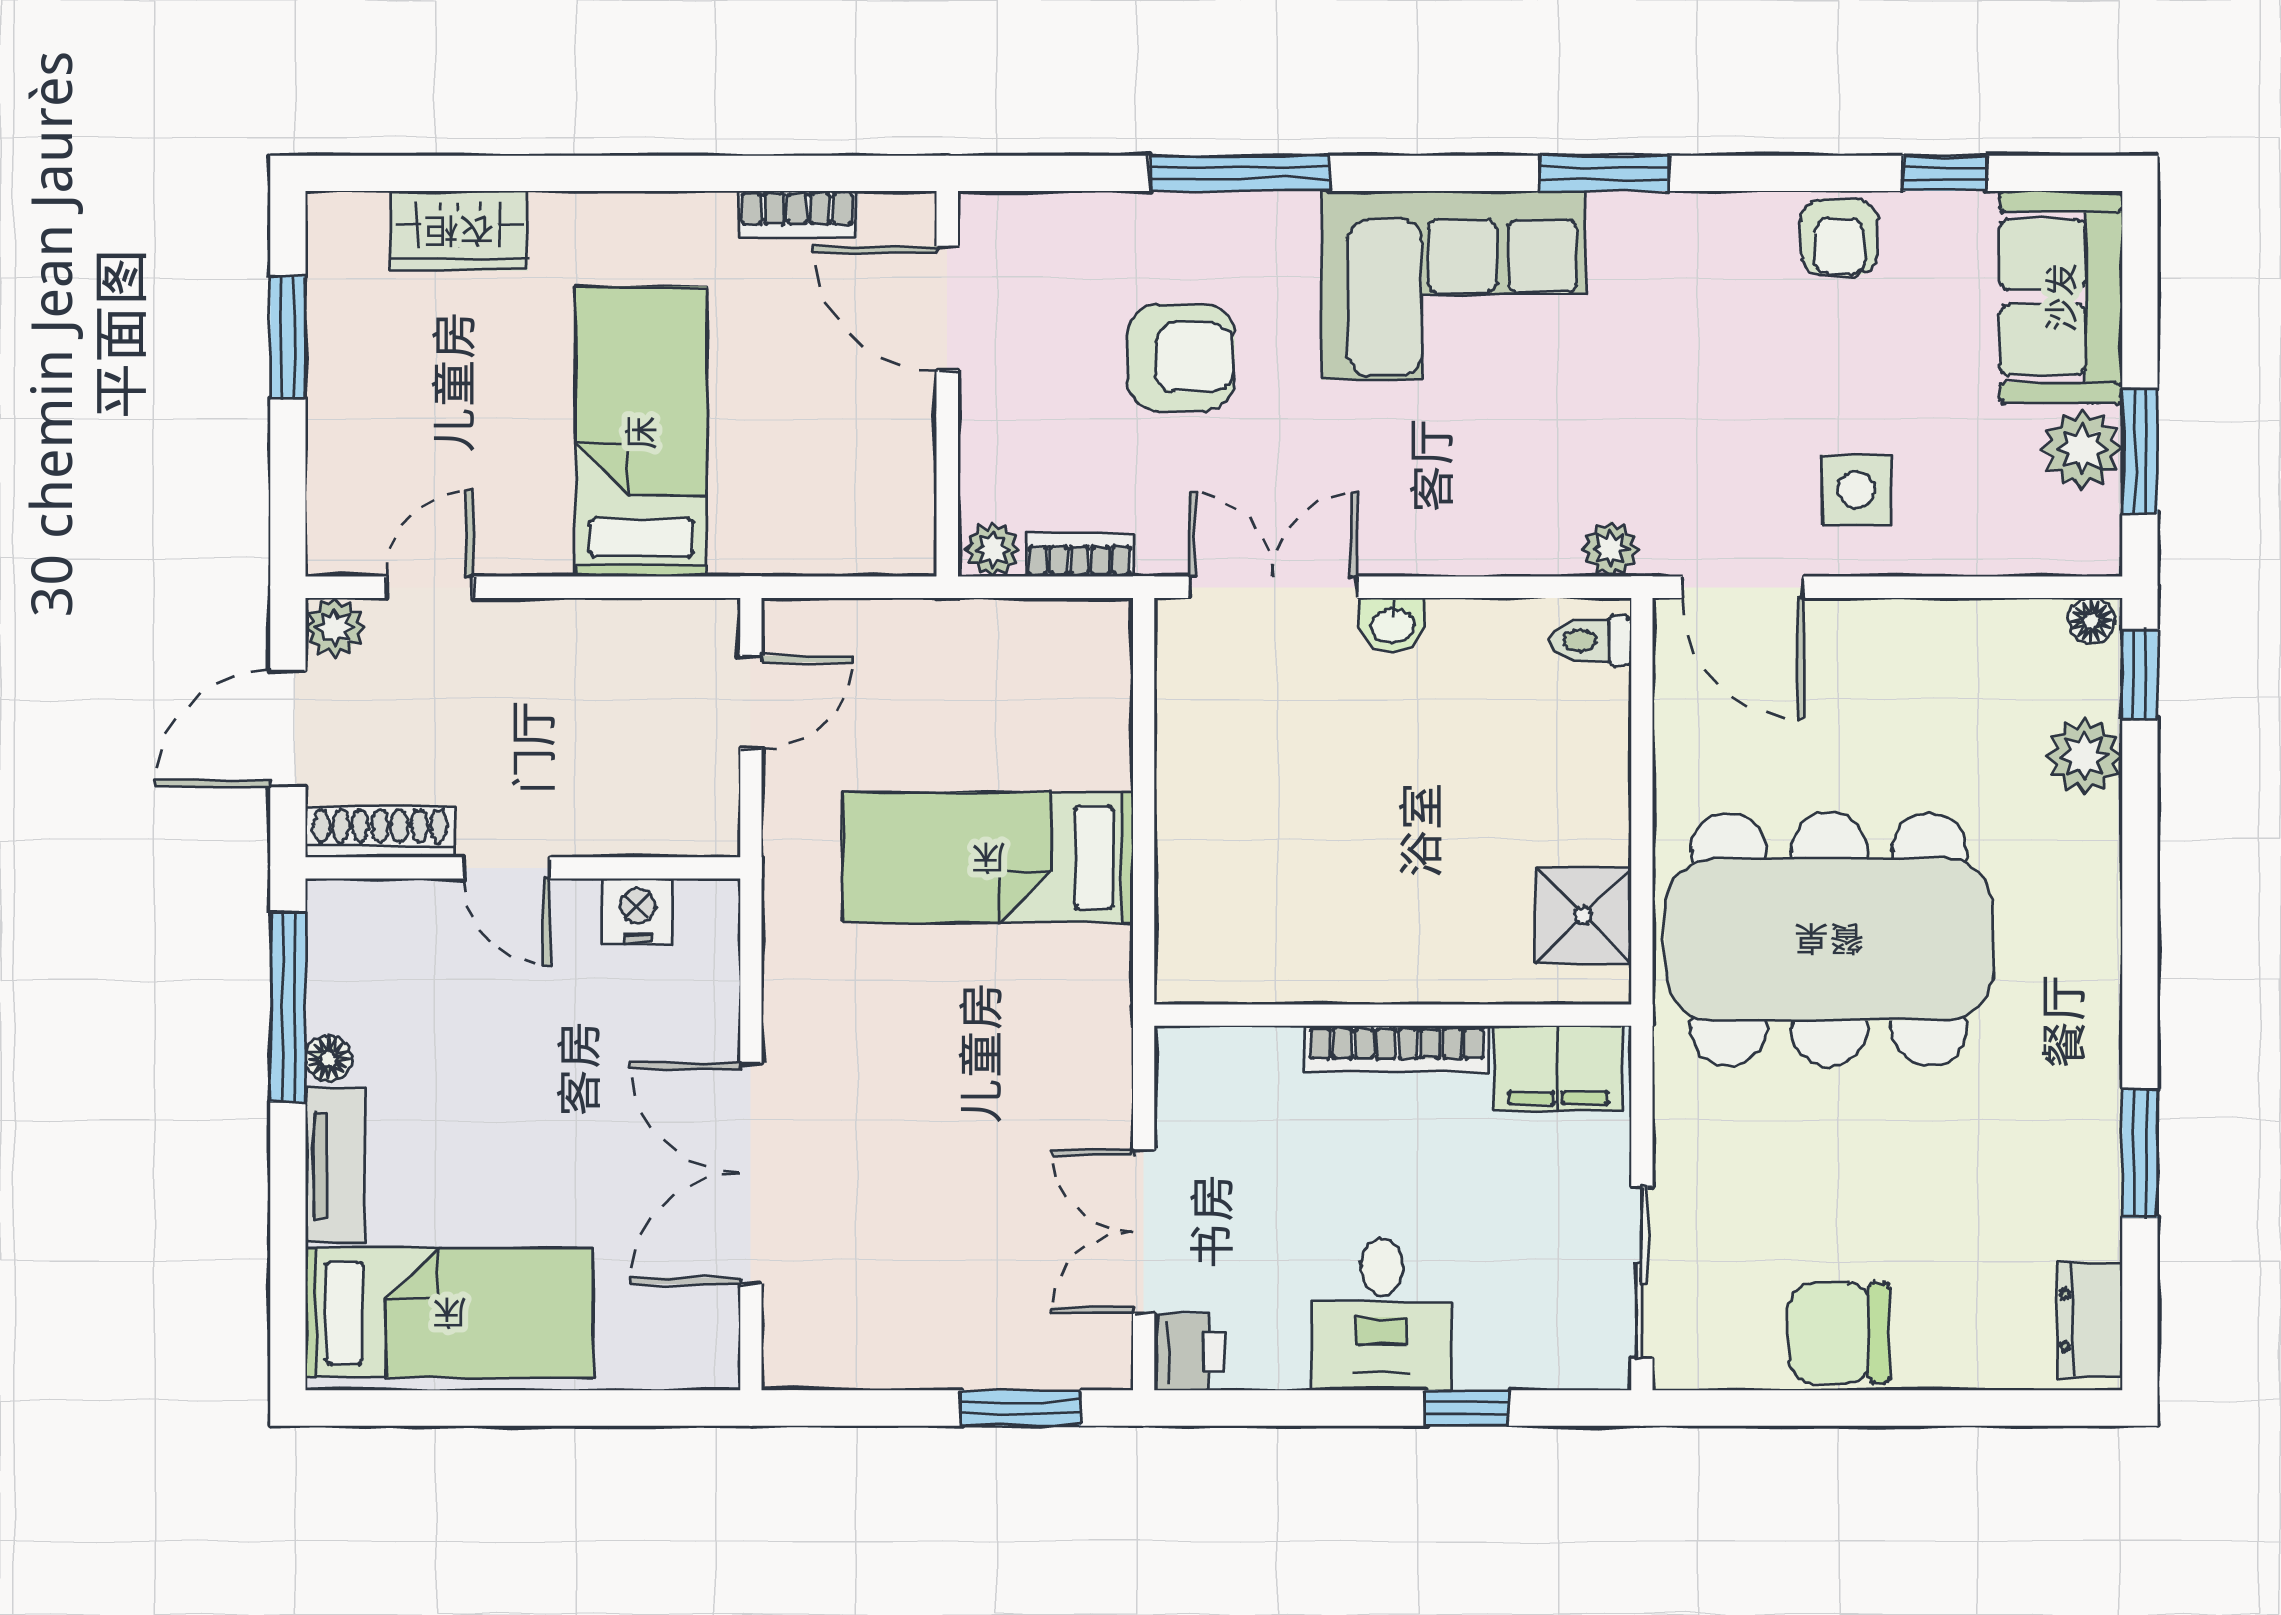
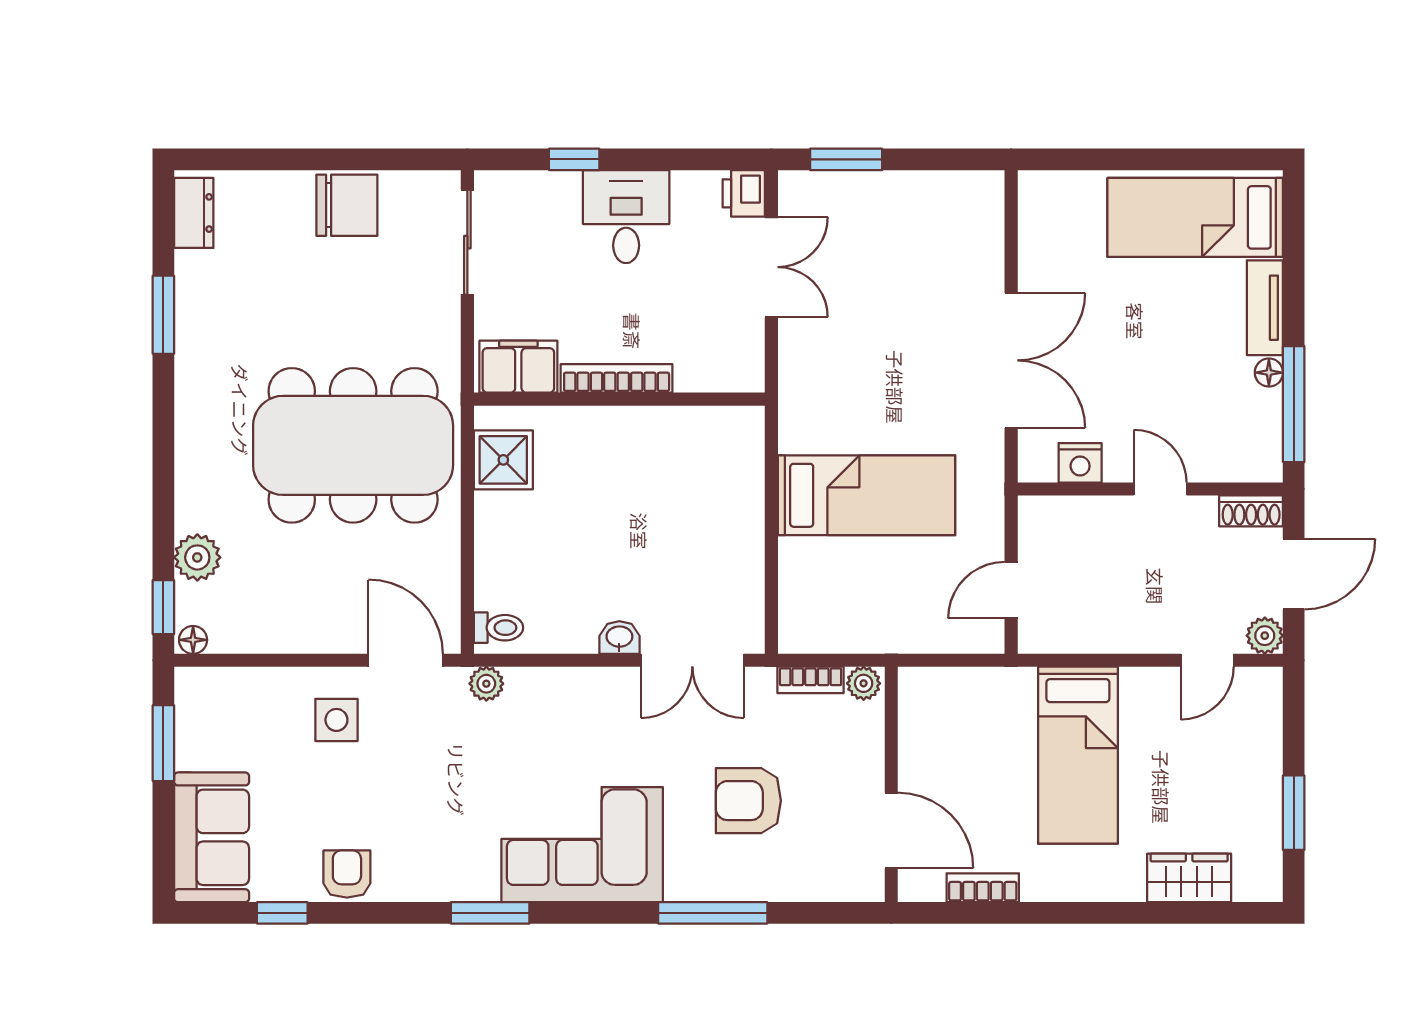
plant: (2082, 449) -> (199, 745), removed
shoe rack: (380, 832) -> (1251, 511), width x0.70
double door: (751, 1173) -> (1011, 360), moved

